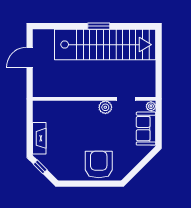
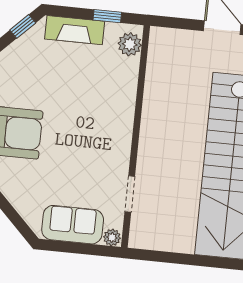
plant: (105, 107) -> (130, 44), moved
window: (30, 121) -> (107, 16), added

